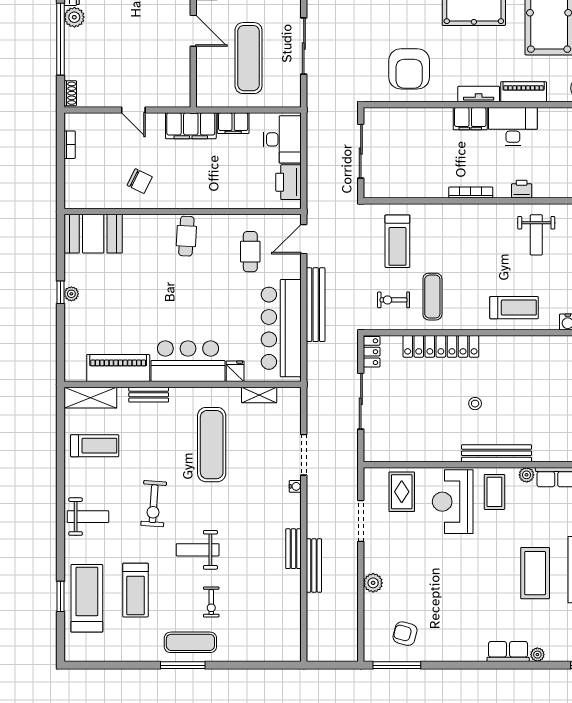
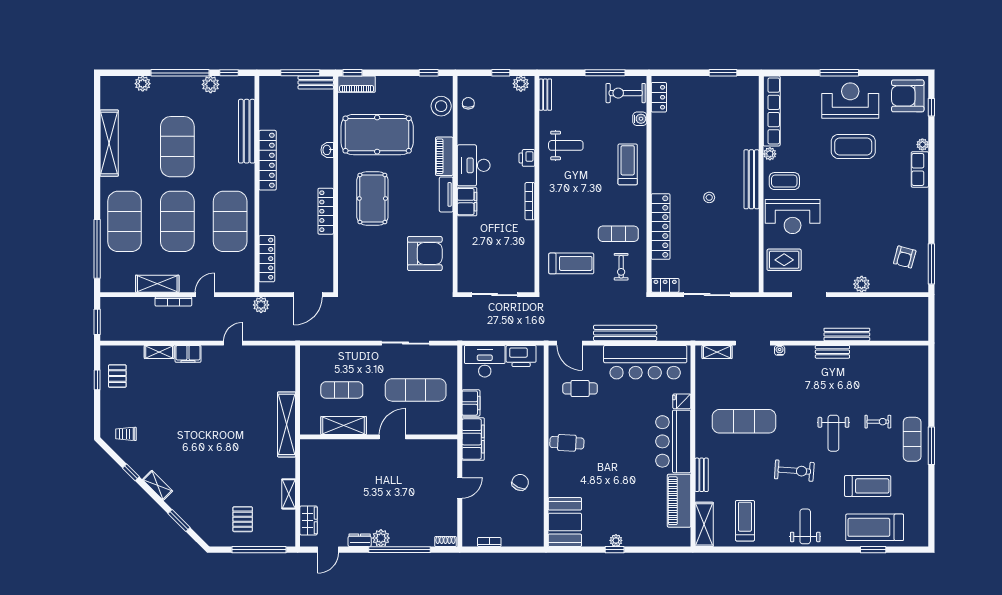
shelving: (259, 395) -> (717, 352), moved, turned 90

